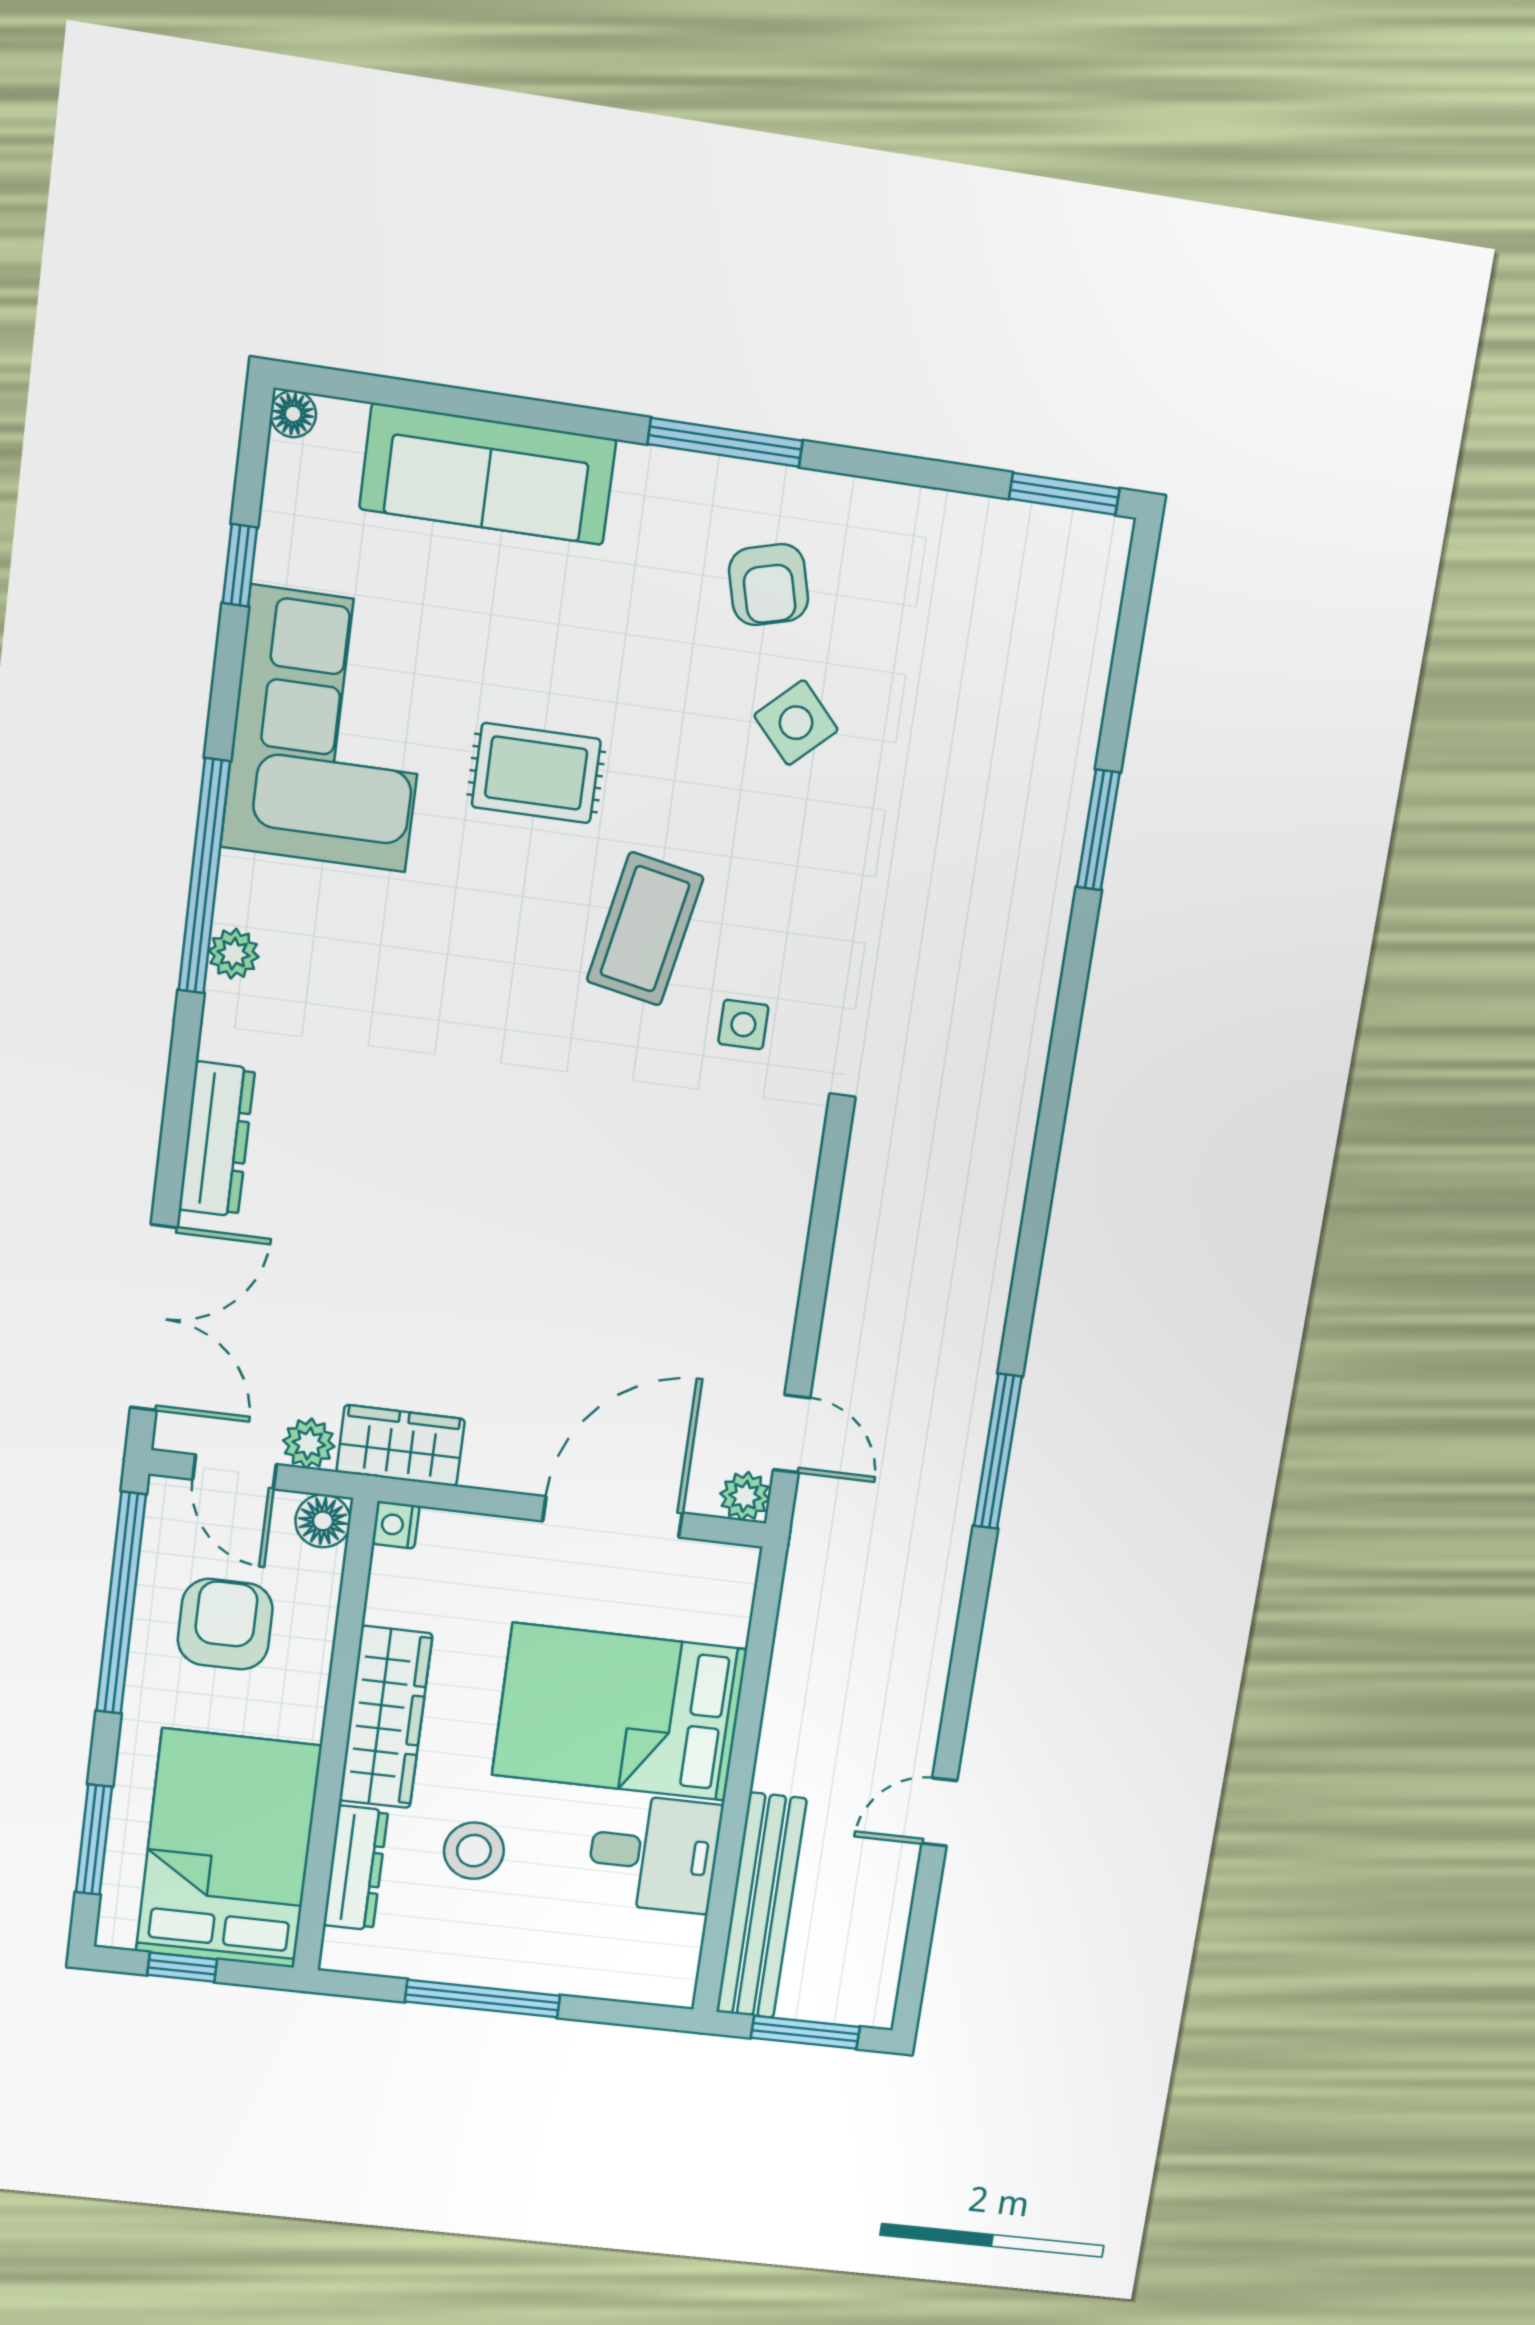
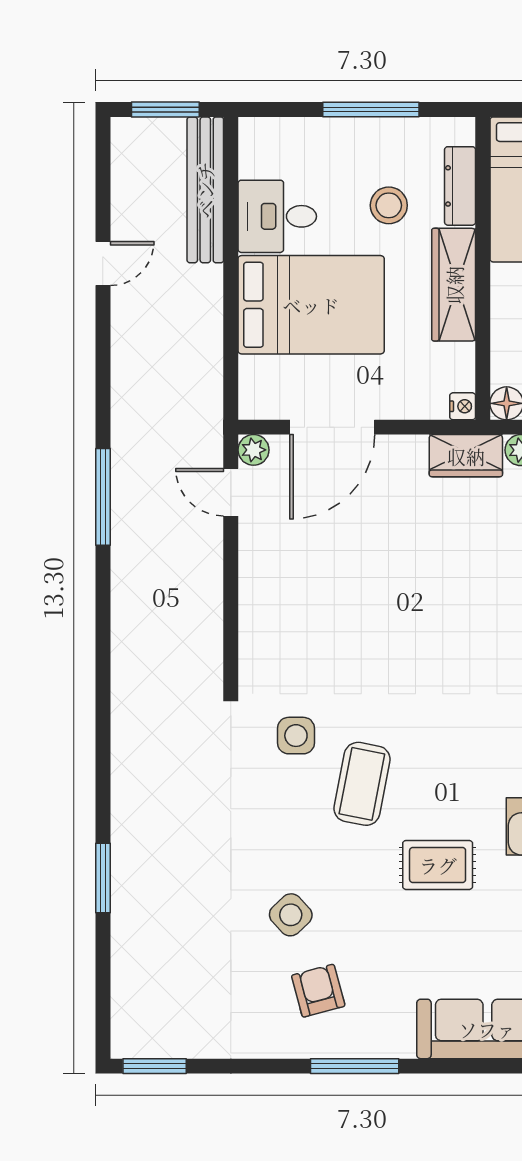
side table: (743, 1025) -> (296, 736), width x1.37, depth x1.37

